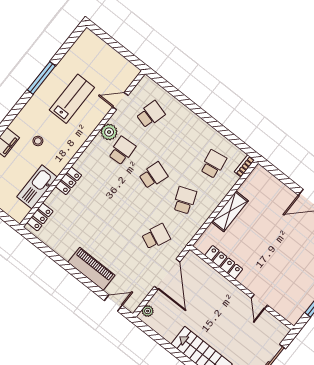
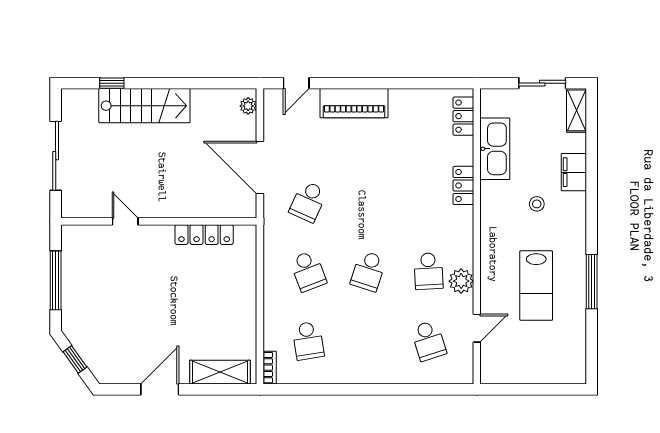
school desk: (151, 114) -> (429, 341), turned -33
shelving: (230, 211) -> (220, 372), moved, turned 90

